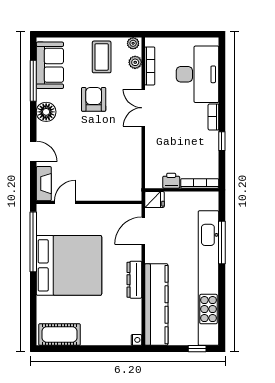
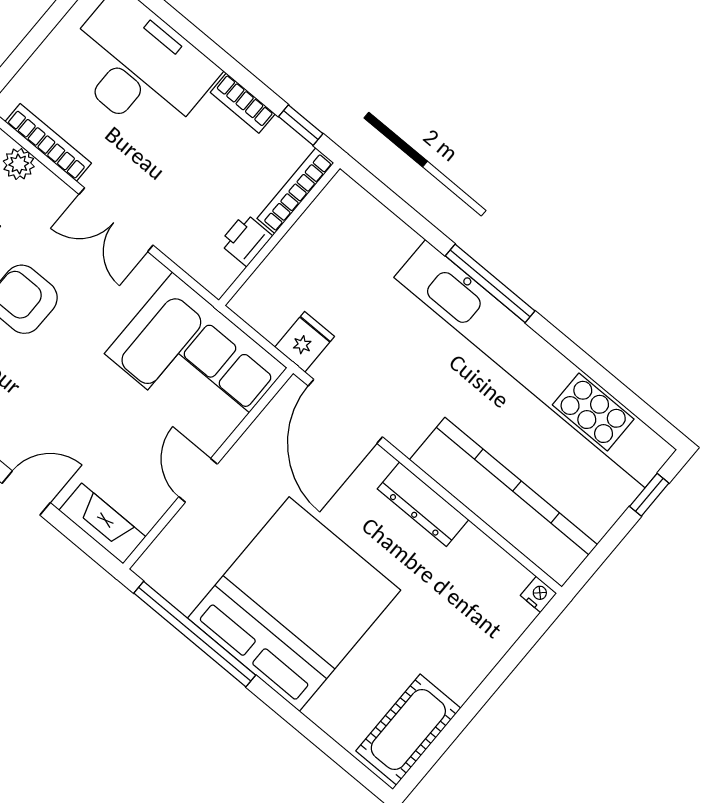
corner sofa: (120, 170) -> (196, 361), added
printer: (171, 181) -> (246, 240), moved
bookcase: (200, 183) -> (295, 191), moved
wall: (182, 190) -> (279, 234), moved
door: (65, 202) -> (198, 480), moved
door: (143, 231) -> (345, 411), width x1.36

